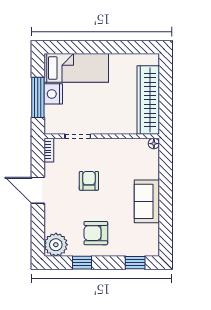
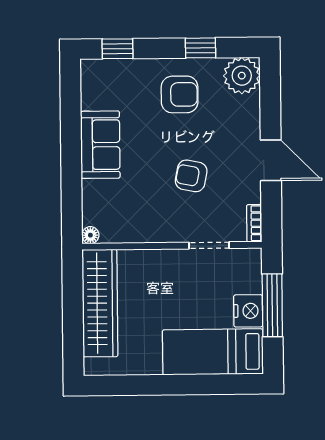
armchair: (89, 181) -> (191, 176), turned 101

